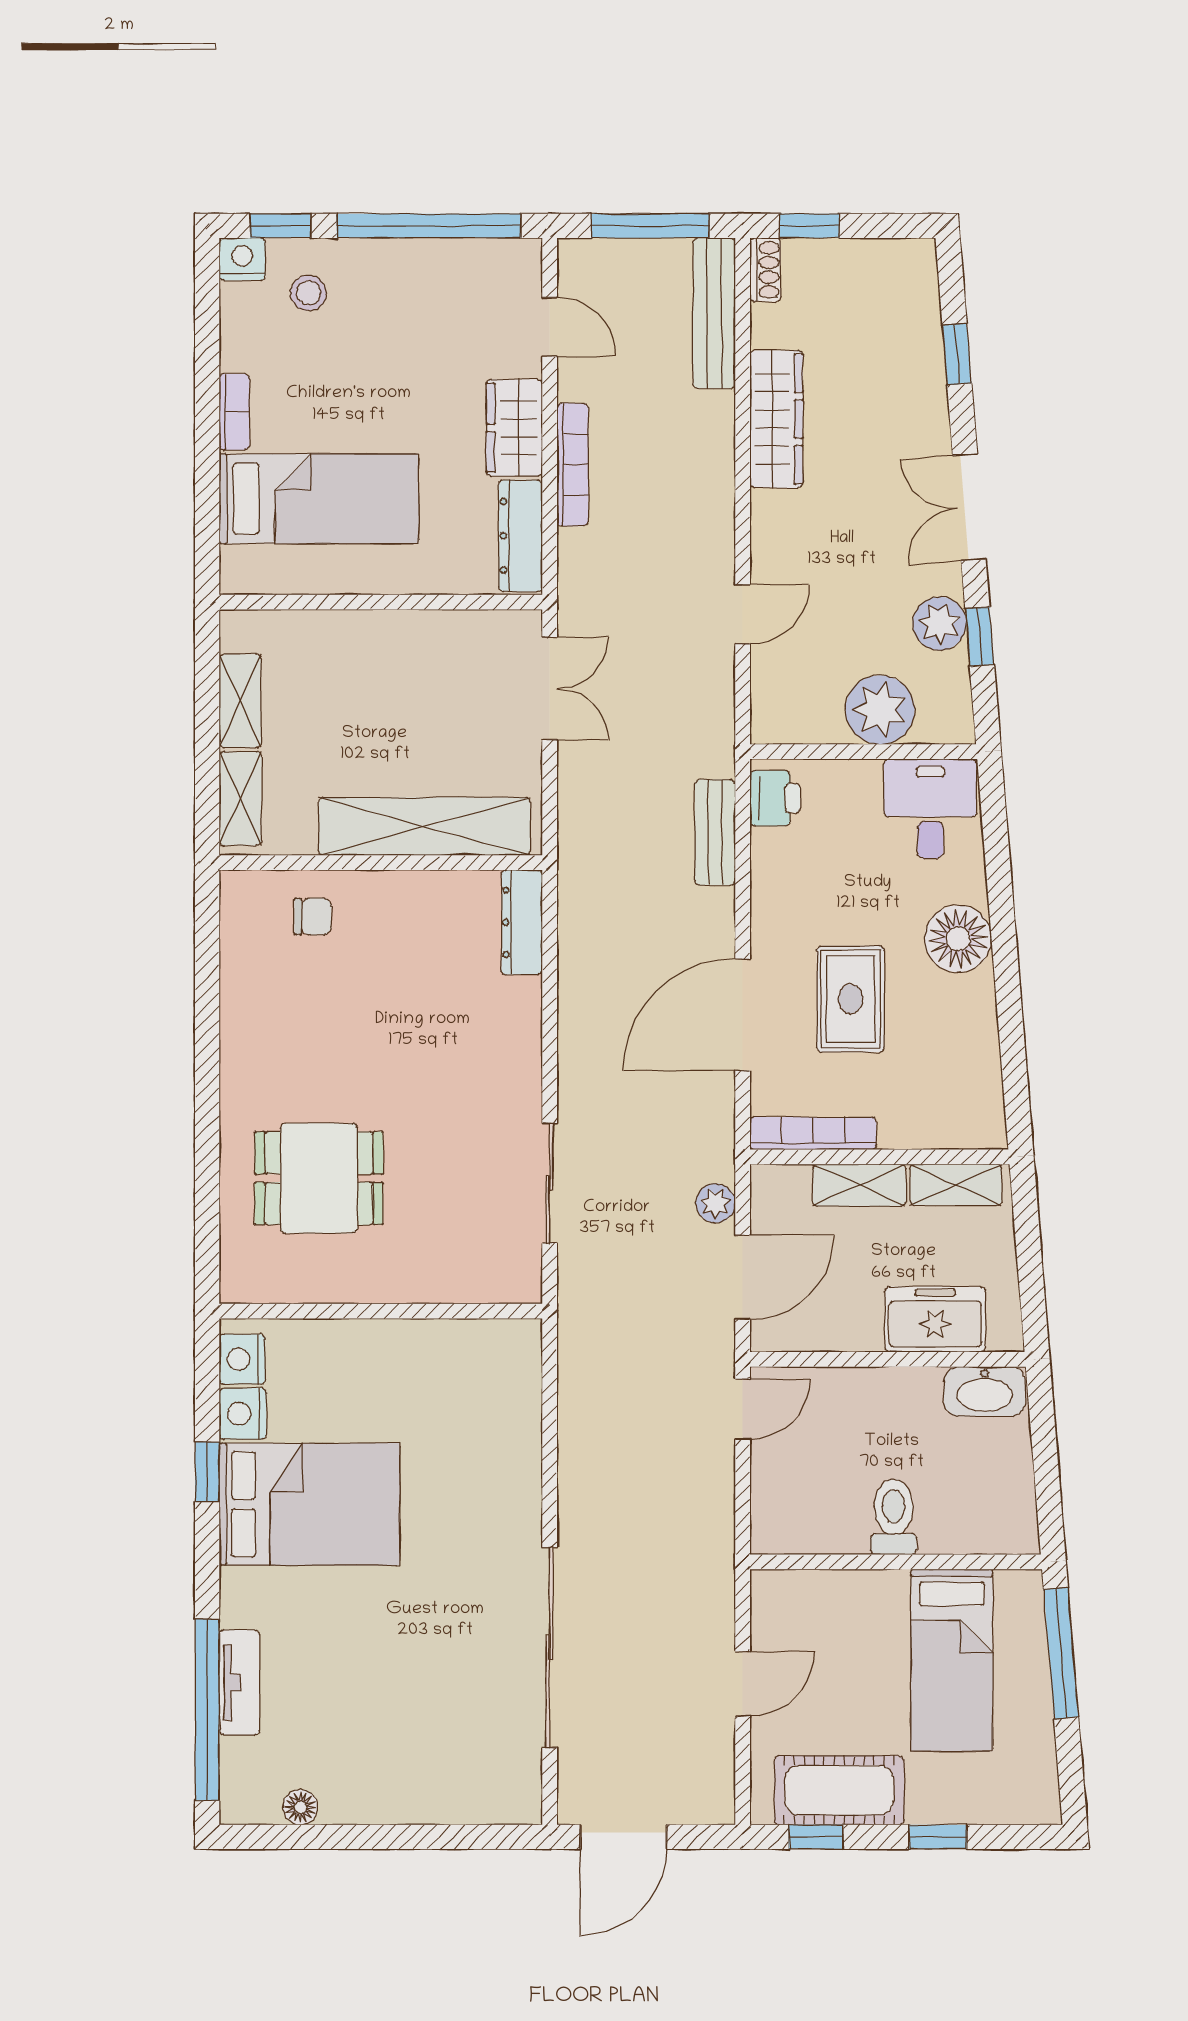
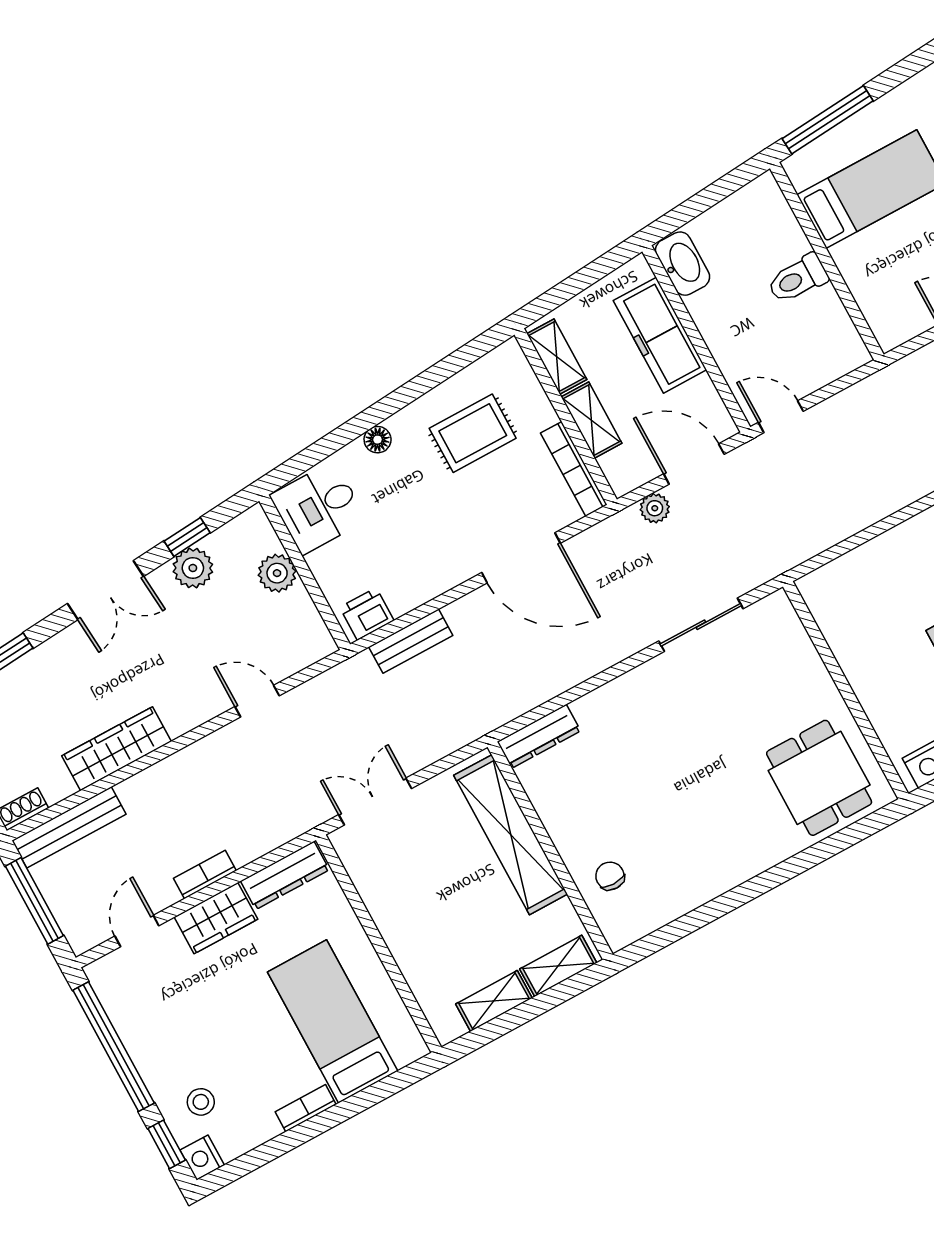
bookcase: (573, 465) -> (205, 874), width x0.64
plant: (880, 710) -> (277, 573), width x0.73, depth x0.73
floor lamp: (958, 939) -> (378, 440), width x0.53, depth x0.53
rug: (851, 999) -> (473, 433), moved
dining table: (319, 1178) -> (819, 778), moved
freezer: (935, 1319) -> (660, 335), width x1.40

